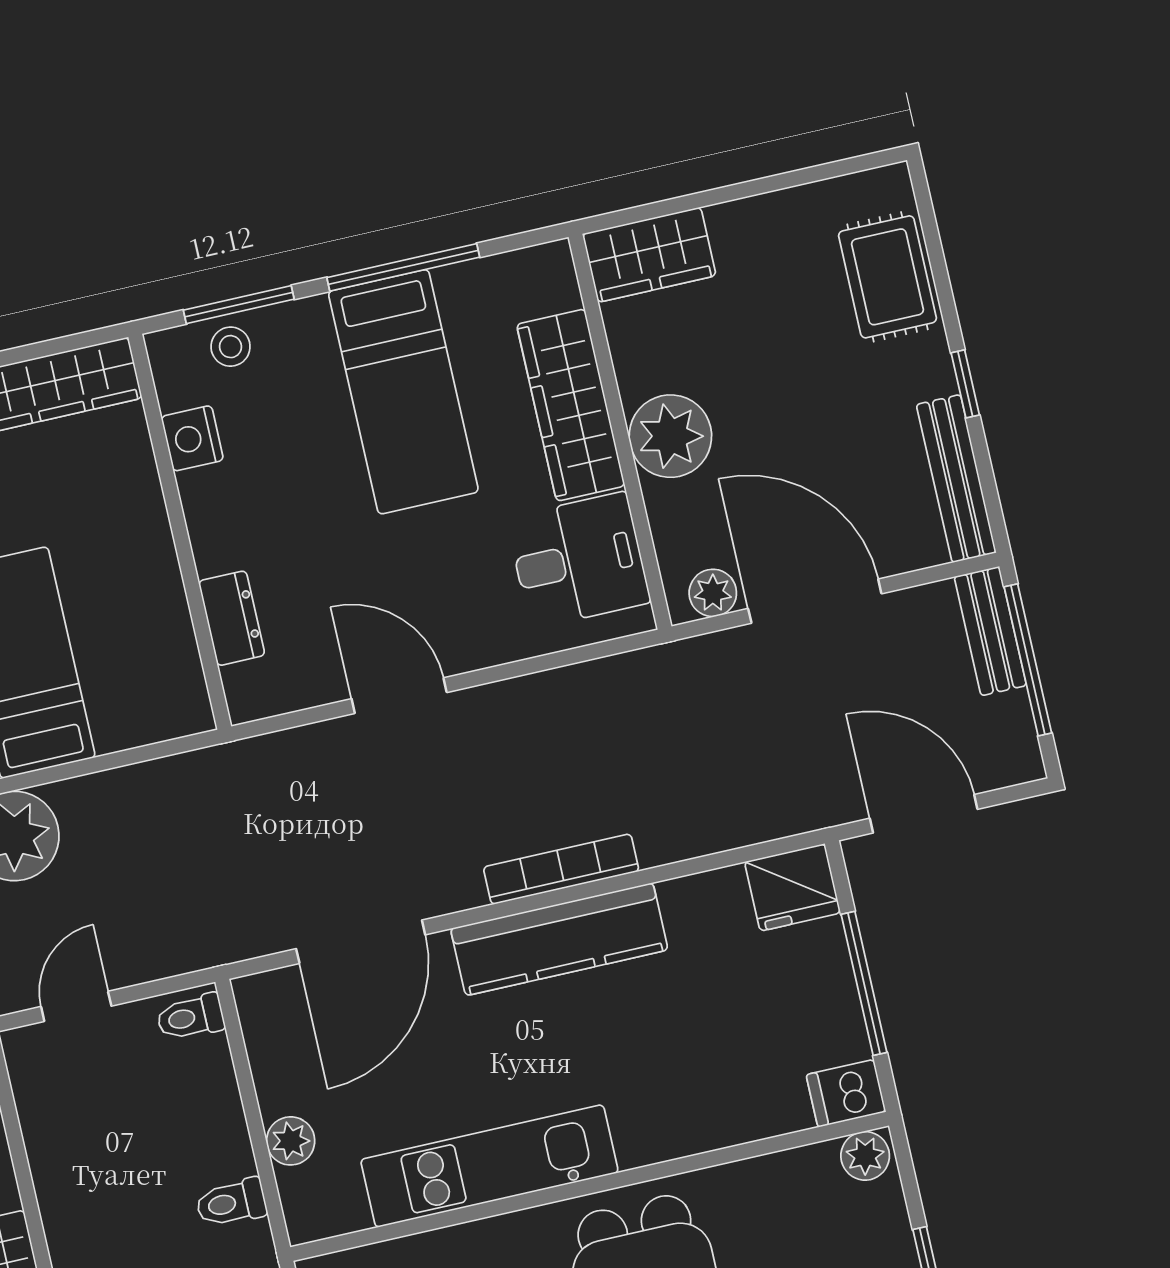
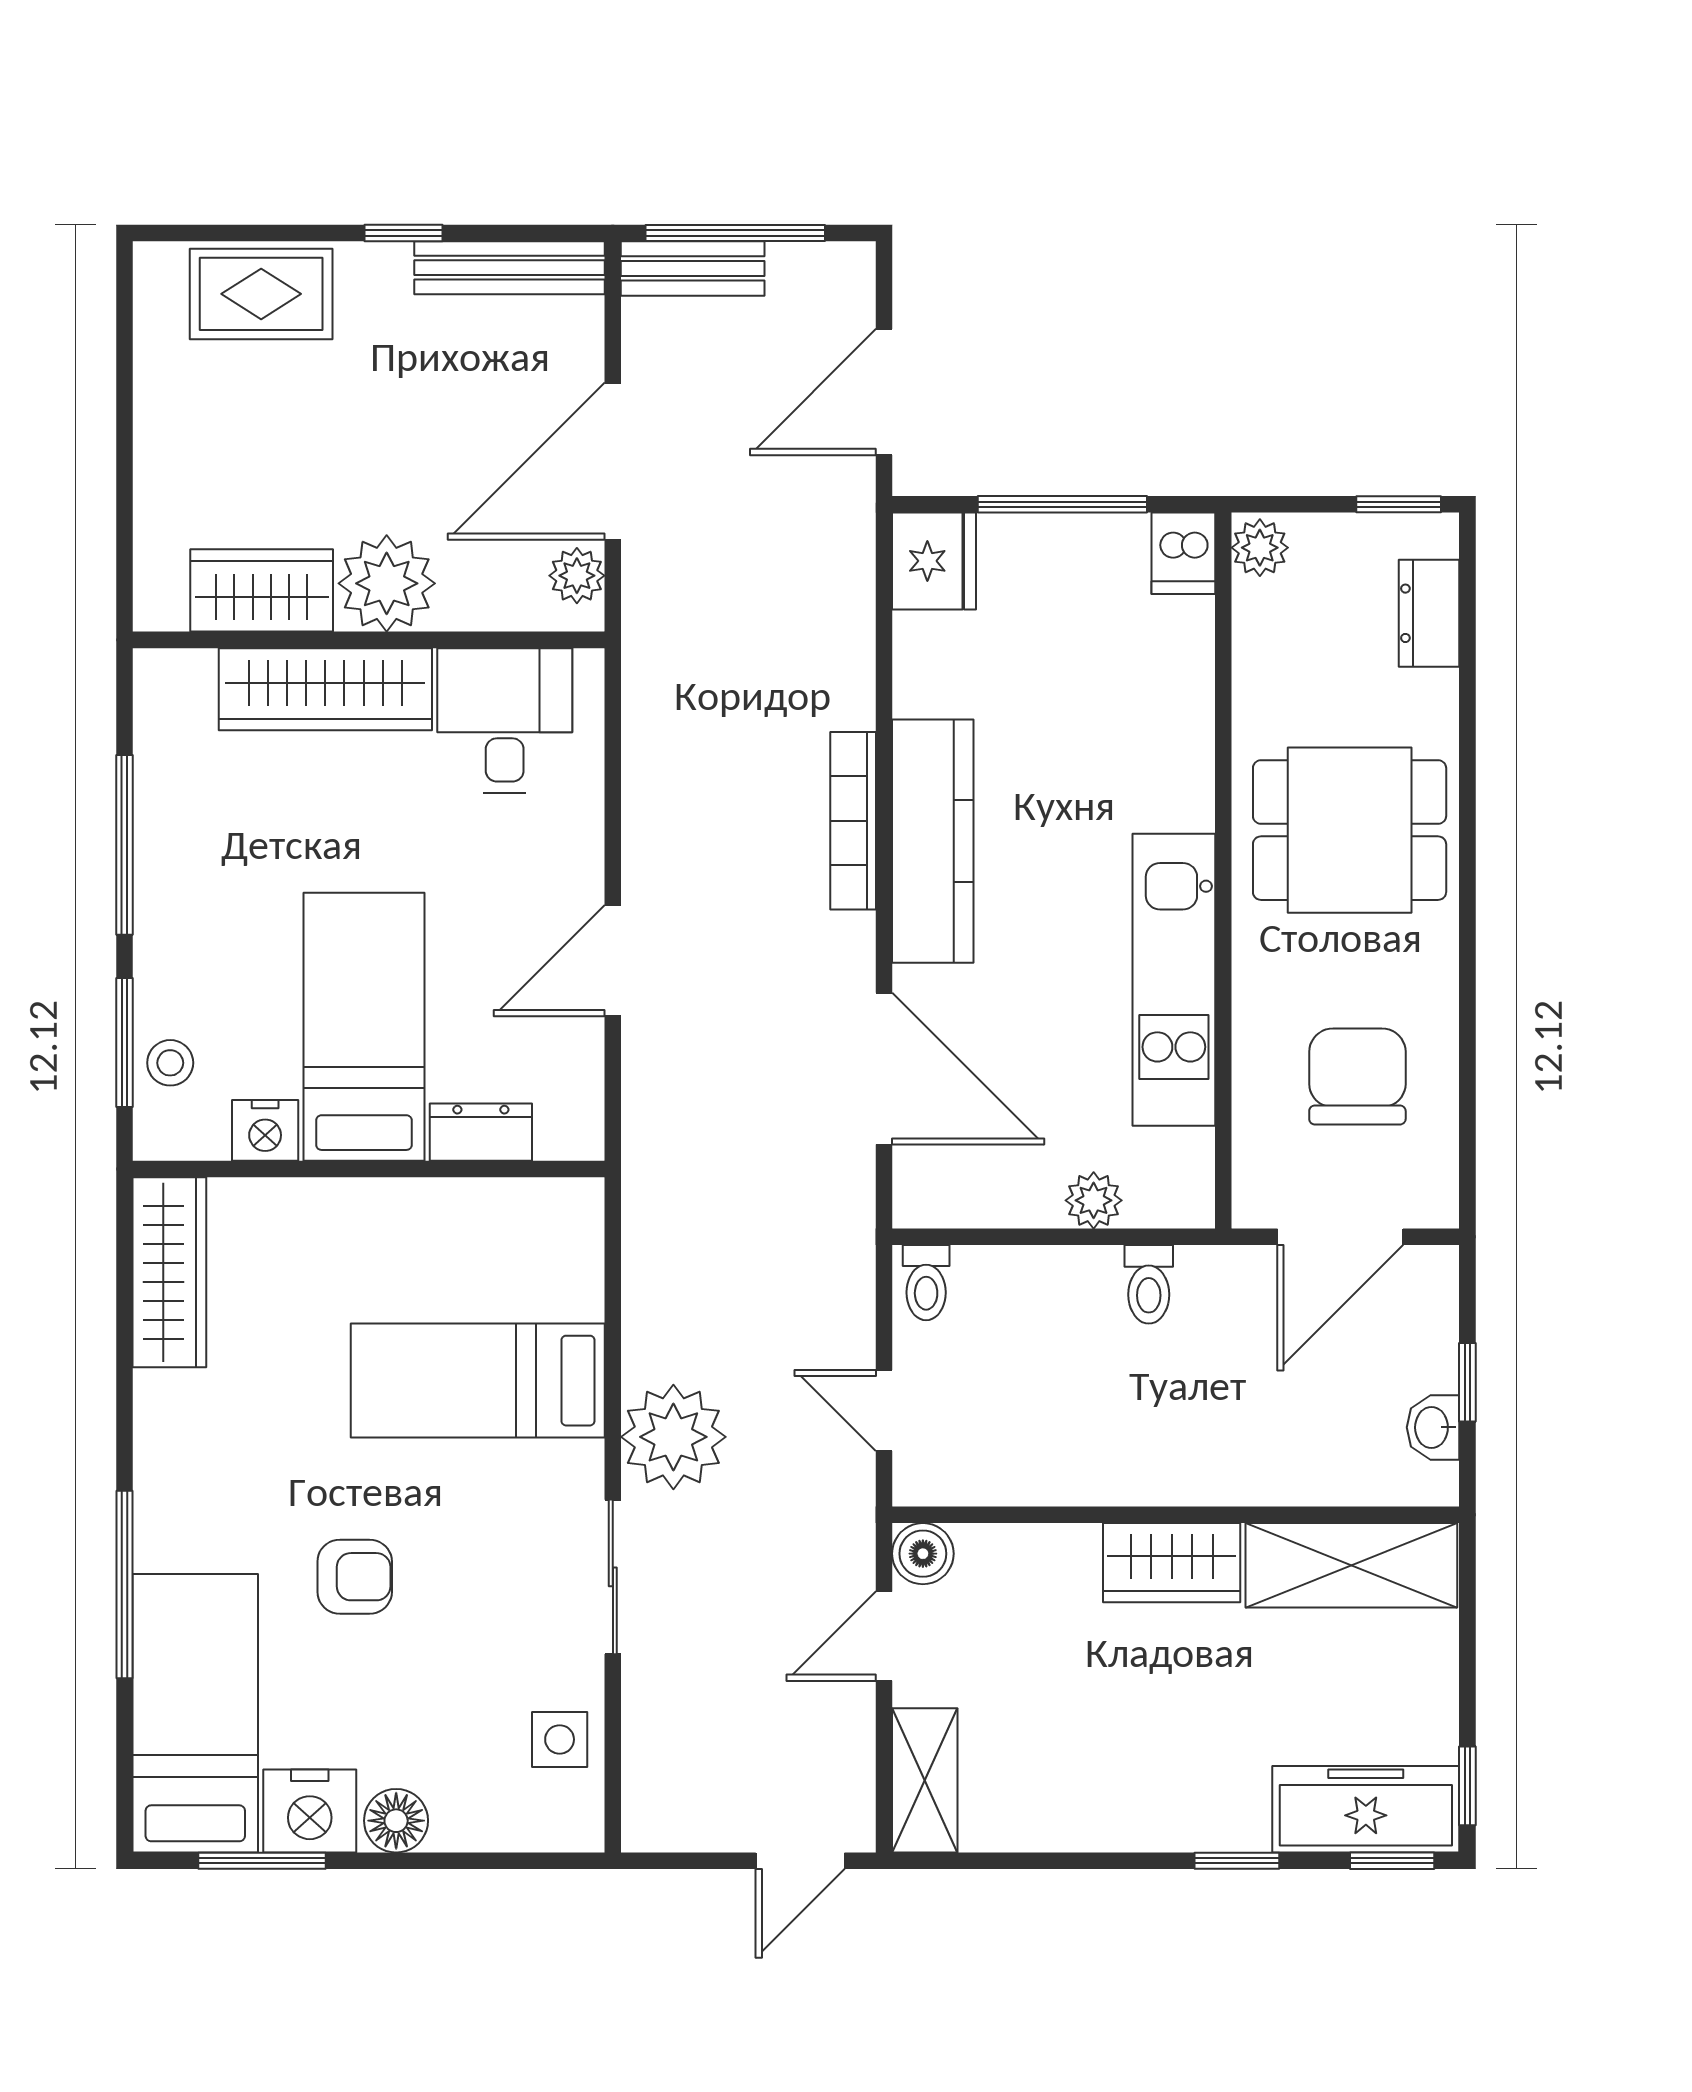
wardrobe: (649, 255) -> (262, 590), moved, turned -90
bed: (403, 392) -> (364, 1027), moved, turned -90

